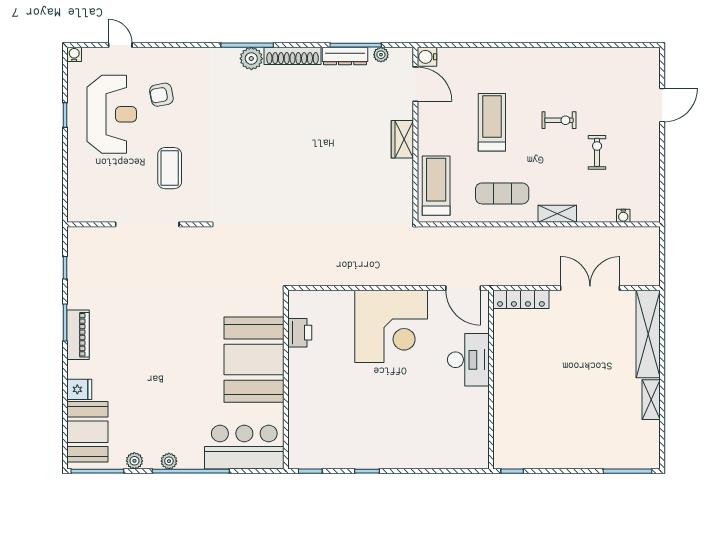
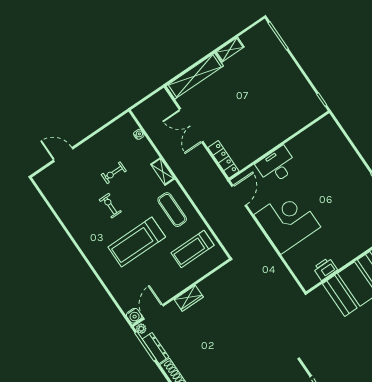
water cooler: (427, 57) -> (134, 316), moved
door: (415, 84) -> (153, 312), moved
treadmill: (492, 122) -> (137, 242), width x1.37, depth x1.38
wall: (415, 135) -> (181, 293), moved
wardrobe: (402, 139) -> (189, 298), moved

